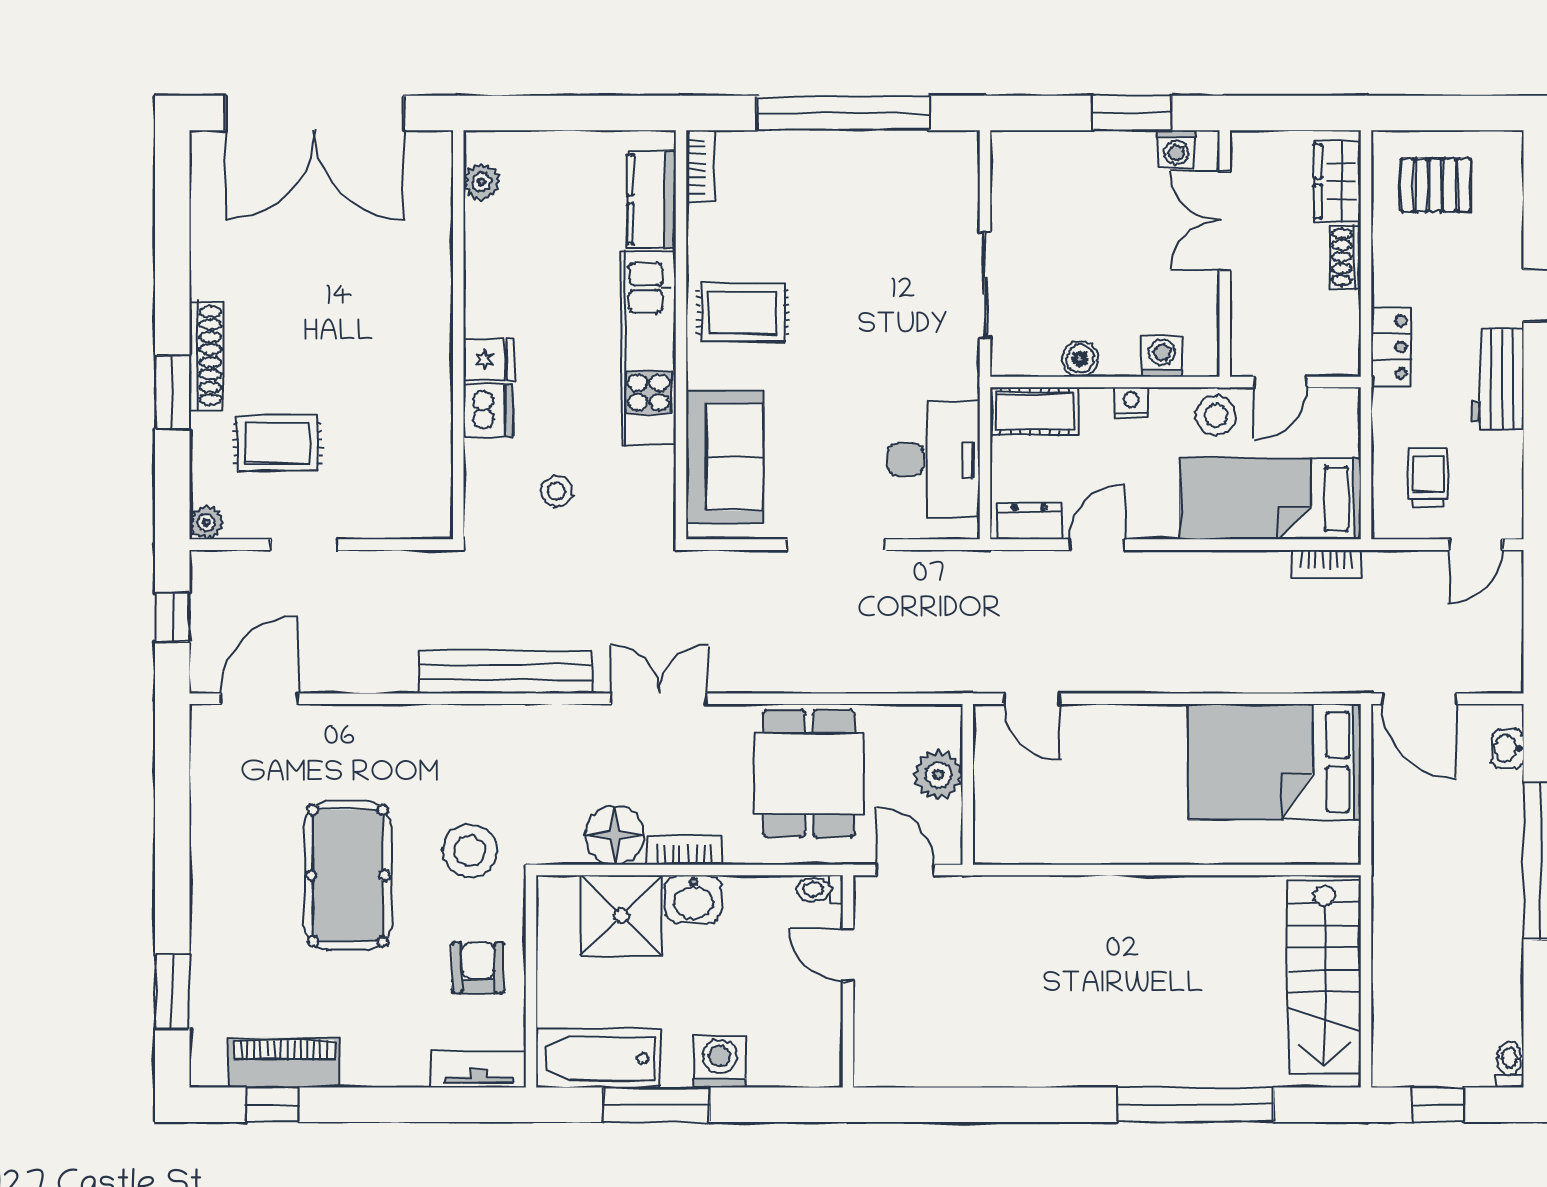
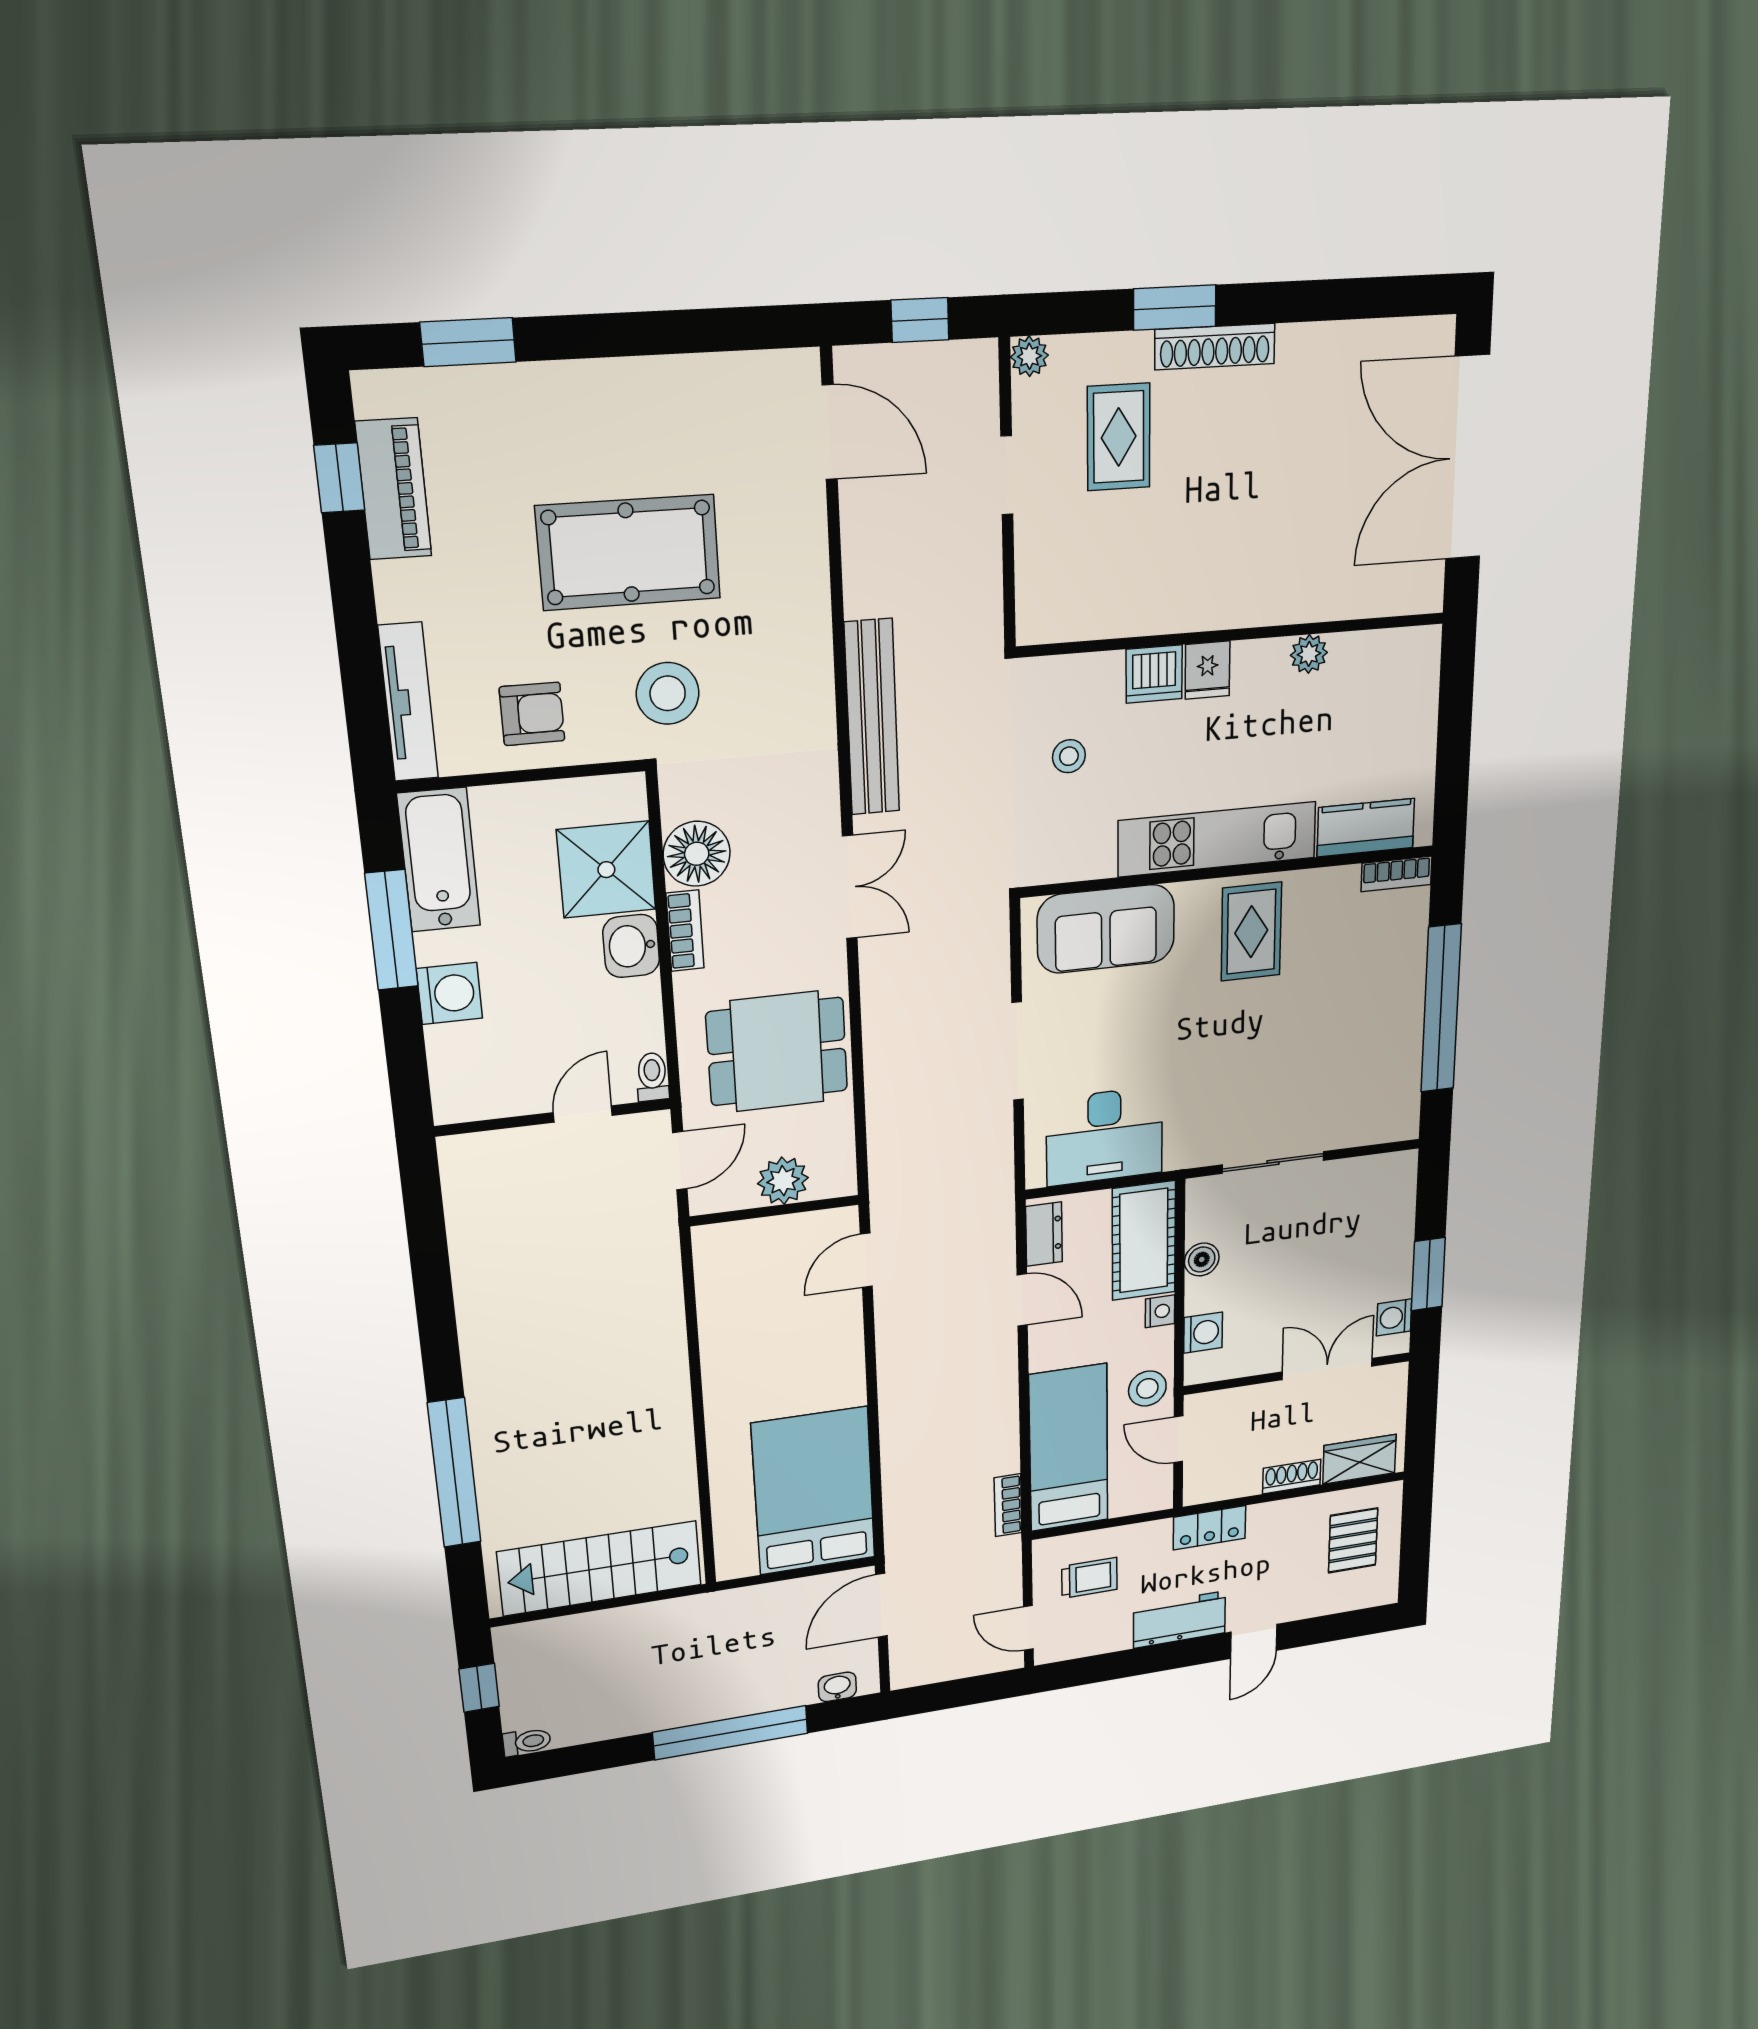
plant: (481, 182) -> (1309, 654), moved
cot: (1034, 411) -> (1144, 1241), width x1.37, depth x1.34
tv unit: (479, 1070) -> (408, 702), width x1.41

